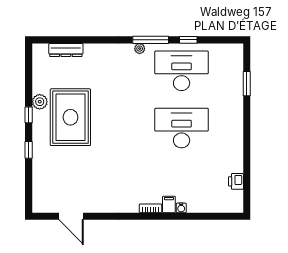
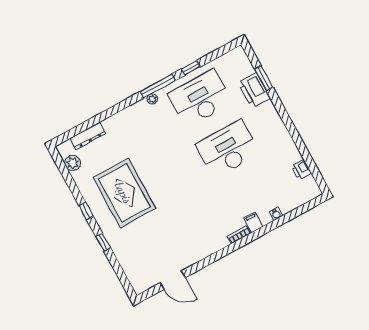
printer: (233, 90) -> (254, 90), added
plant: (40, 102) -> (73, 163), moved
water cooler: (181, 208) -> (276, 214), moved

